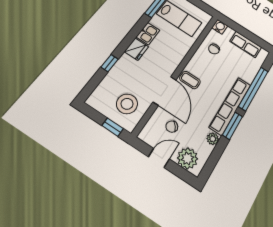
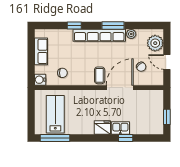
kitchen sink: (148, 34) -> (120, 128), moved
window: (254, 89) -> (74, 26), width x0.32
stool: (127, 104) -> (146, 106), removed
window: (113, 127) -> (167, 117), moved

